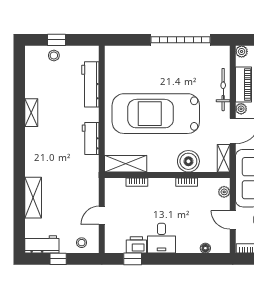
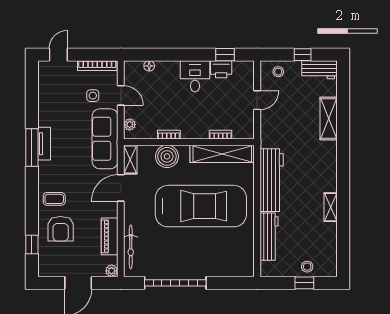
bicycle: (223, 90) -> (131, 247), moved
plant: (241, 109) -> (112, 211), removed
workbench: (91, 139) -> (272, 180), width x1.88, depth x1.32
shelving: (126, 164) -> (222, 154), width x1.47

